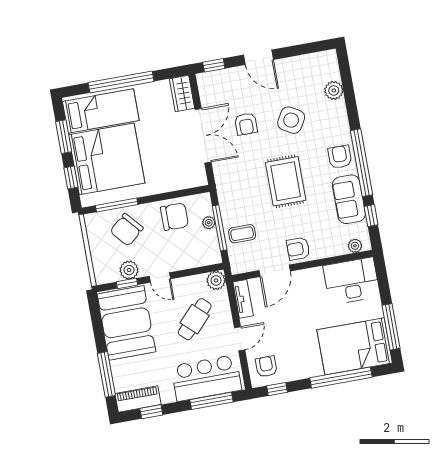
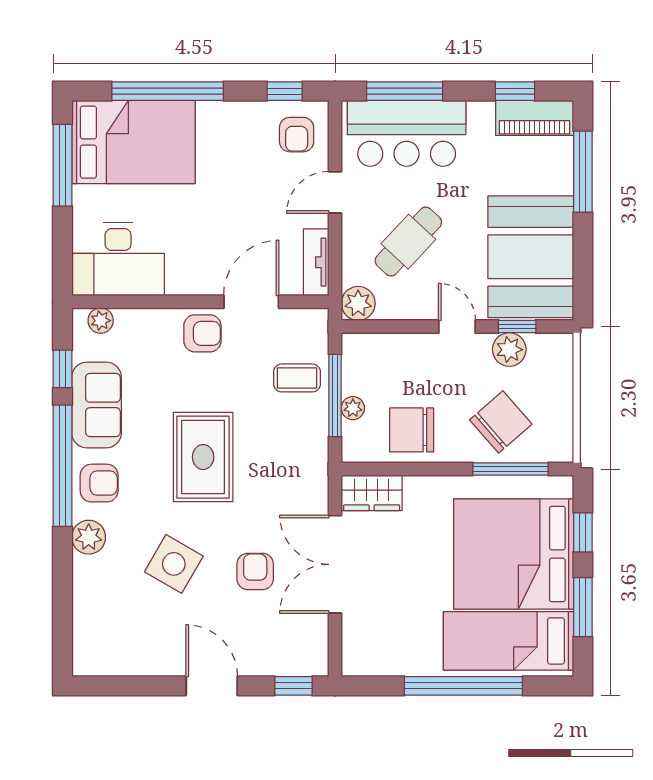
plant: (334, 90) -> (89, 537), moved
wardrobe: (182, 93) -> (372, 493), moved, turned 90
armchair: (340, 157) -> (99, 483), turned -90

